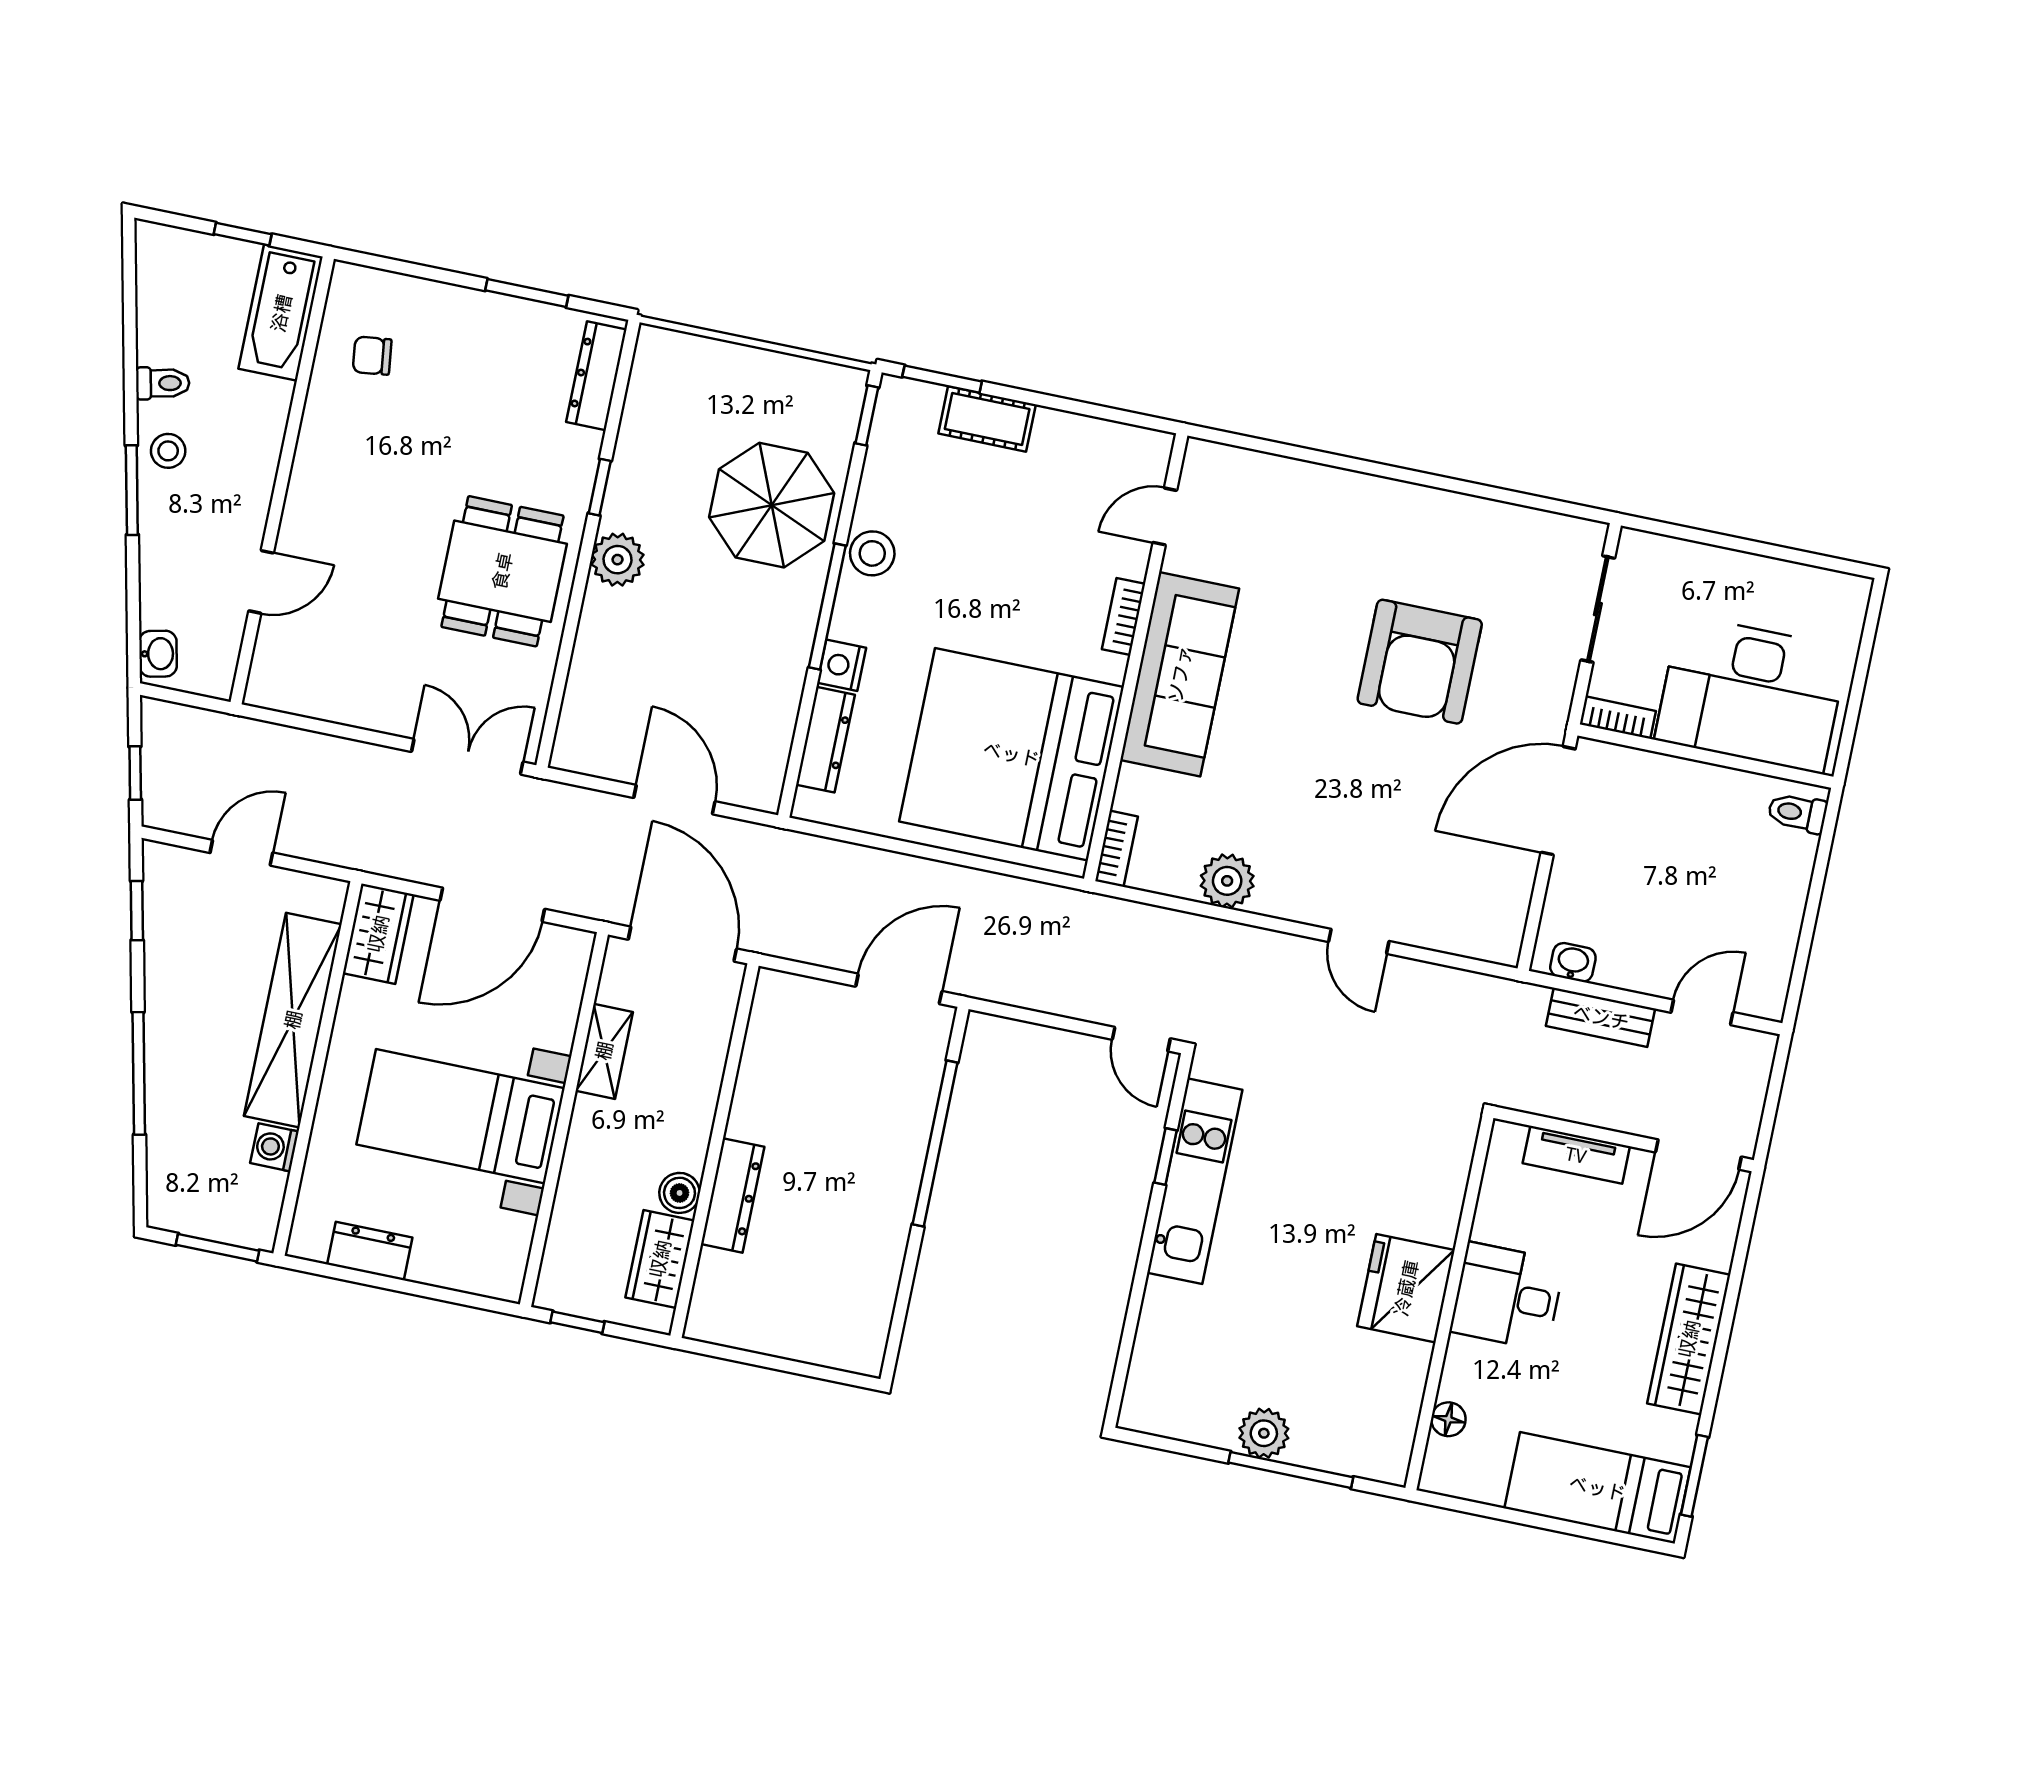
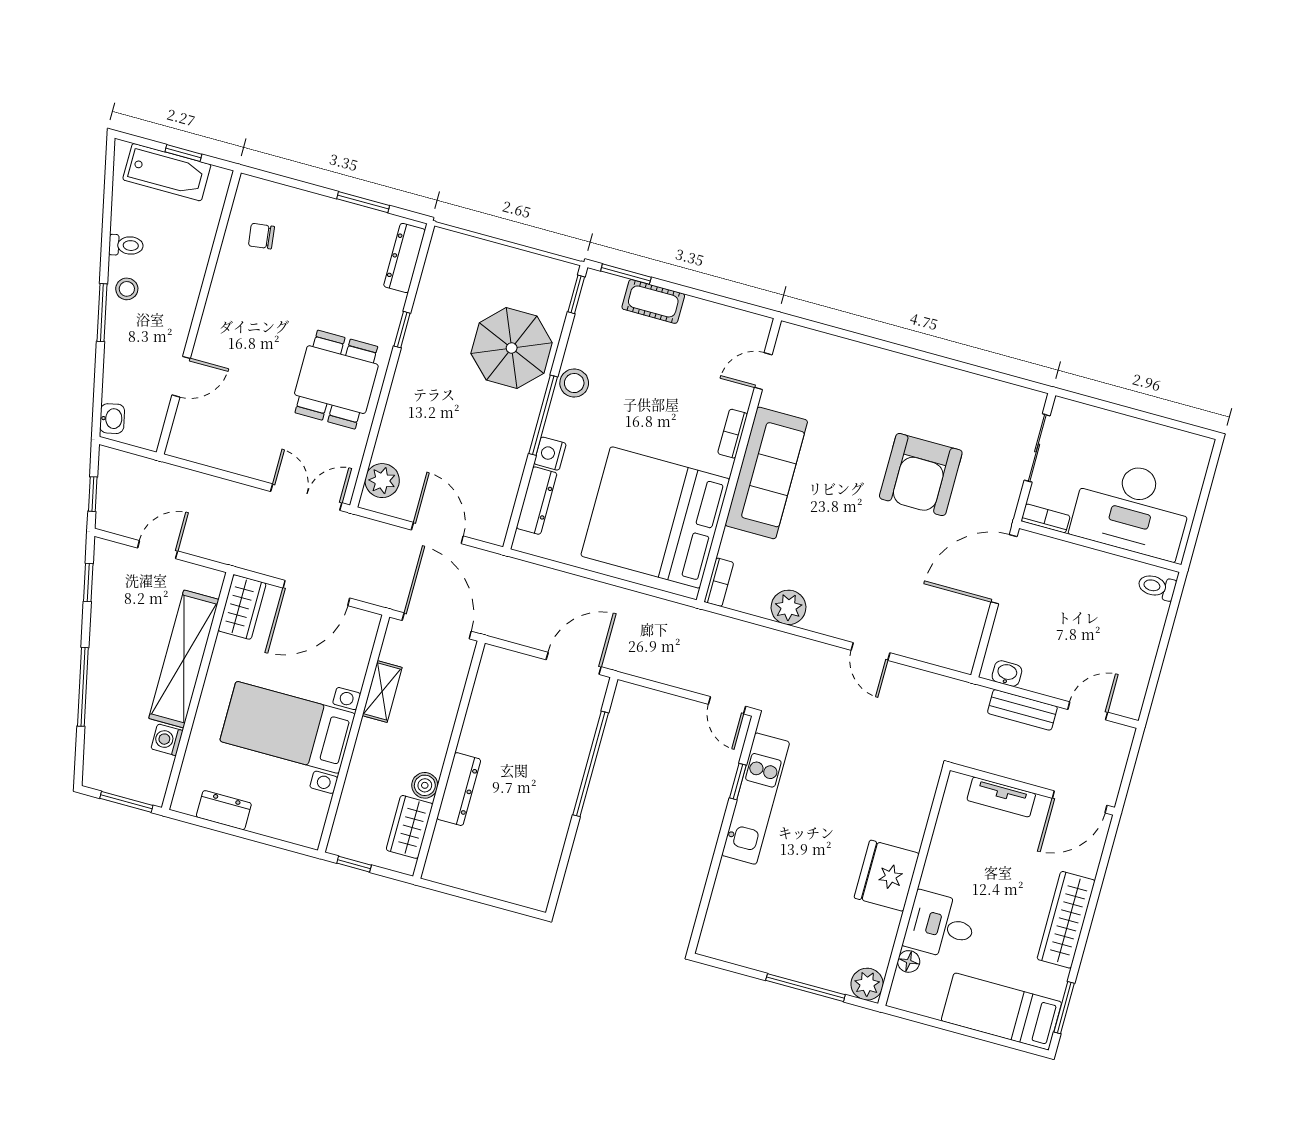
bathtub: (281, 313) -> (167, 172), moved, turned -90
plant: (618, 560) -> (382, 481), moved
desk: (1507, 1296) -> (940, 925), moved
plant: (1264, 1433) -> (867, 984), moved

